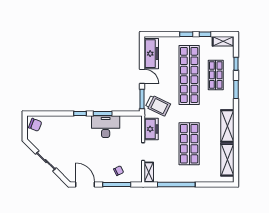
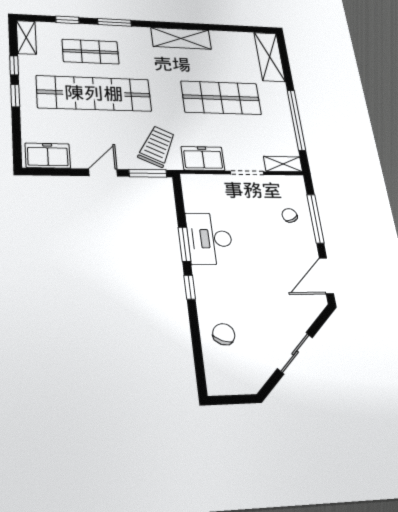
freezer: (151, 54) -> (48, 156), width x0.71
chair: (35, 125) -> (224, 334), moved
shelving: (227, 160) -> (270, 57), moved, turned 90

